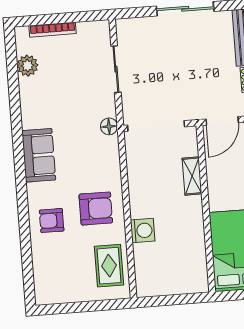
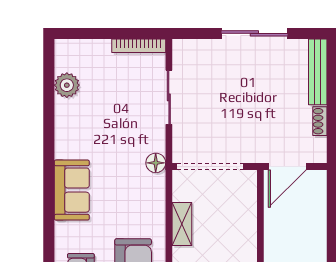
bookcase: (52, 30) -> (139, 46), moved
shelving: (192, 176) -> (182, 224), moved

